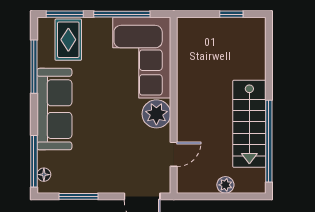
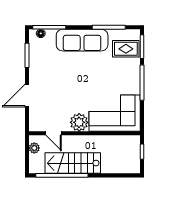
corner sofa: (142, 58) -> (115, 113), moved
wall: (174, 105) -> (84, 133), moved
plant: (156, 114) -> (79, 122), moved
door: (174, 154) -> (54, 133), moved

